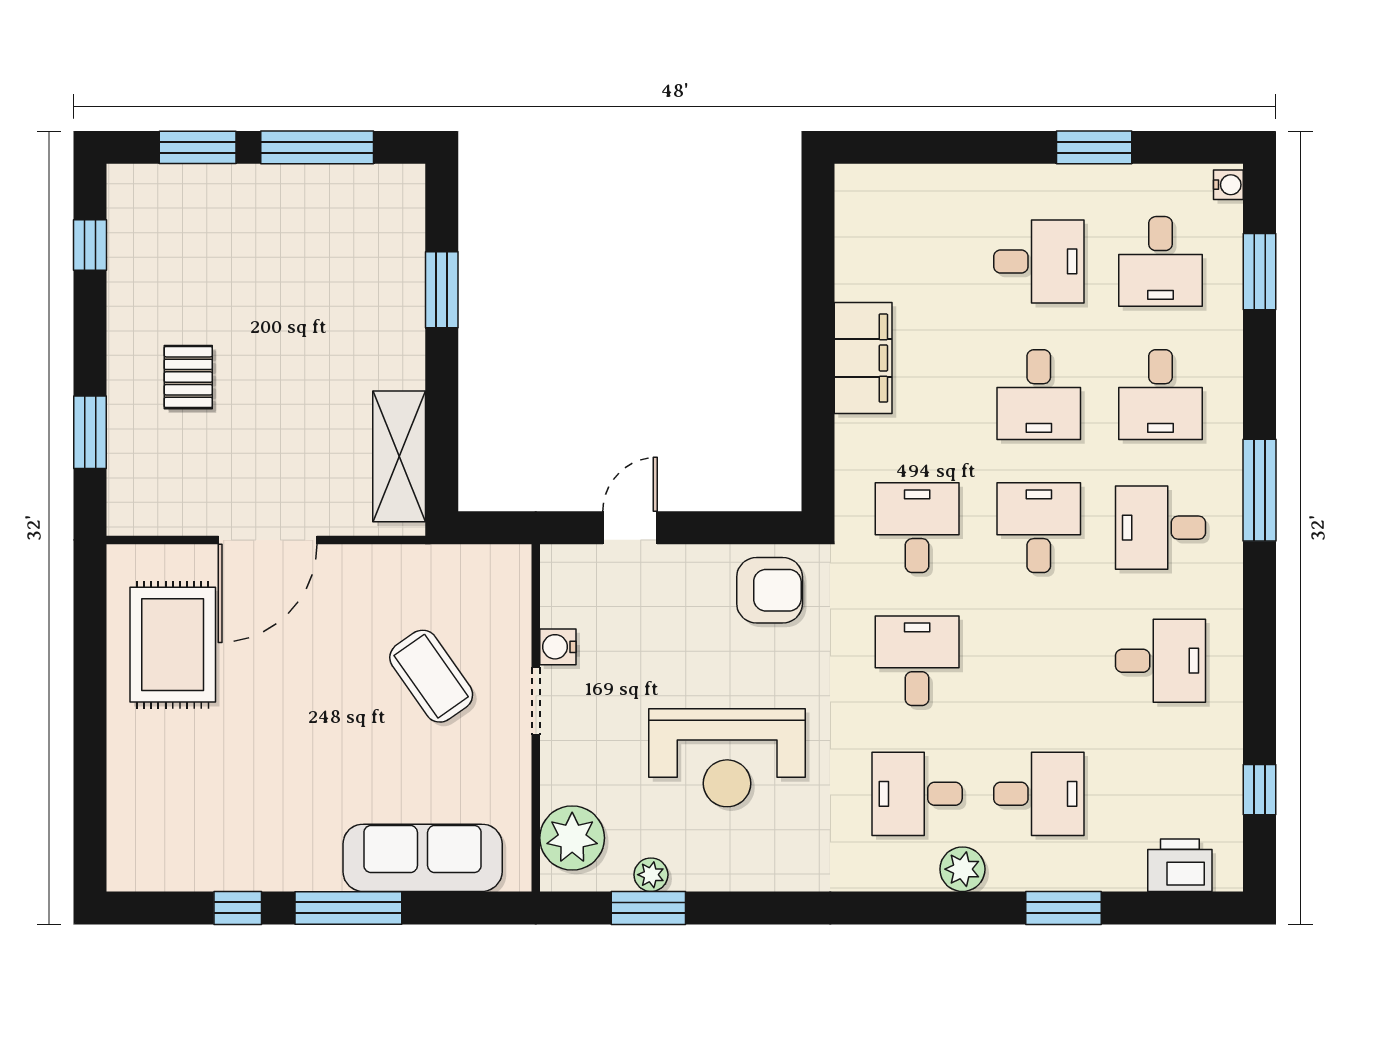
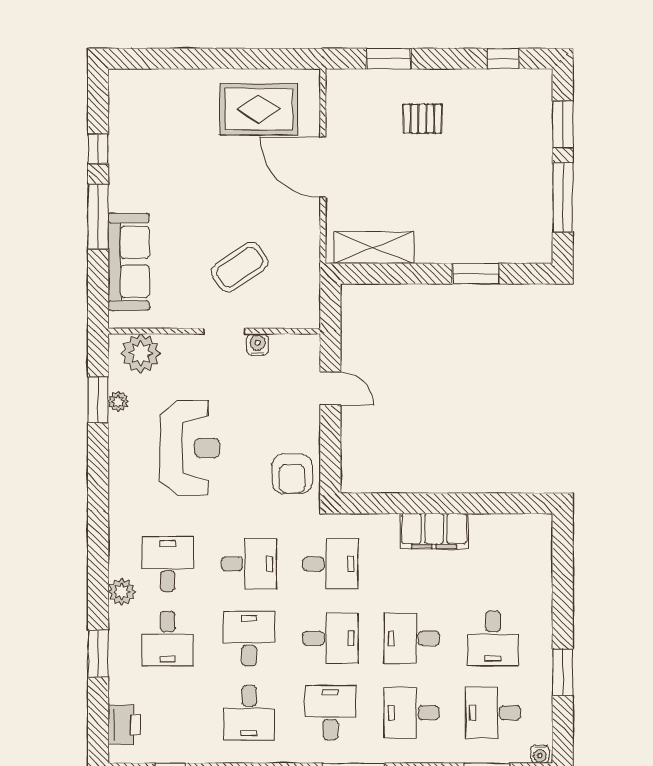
desk: (1039, 661) -> (249, 638), added
reception desk: (727, 758) -> (190, 448), turned 180

